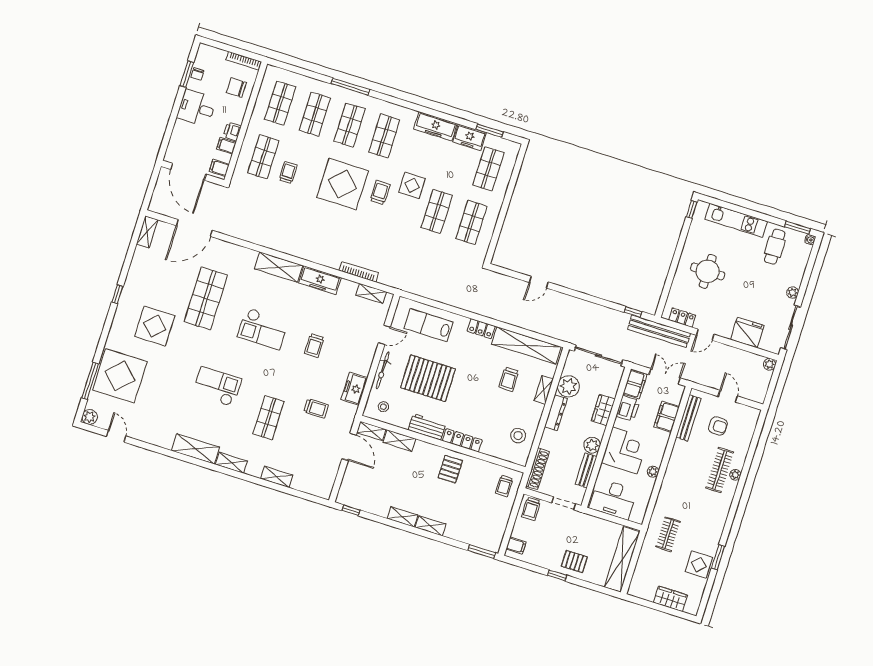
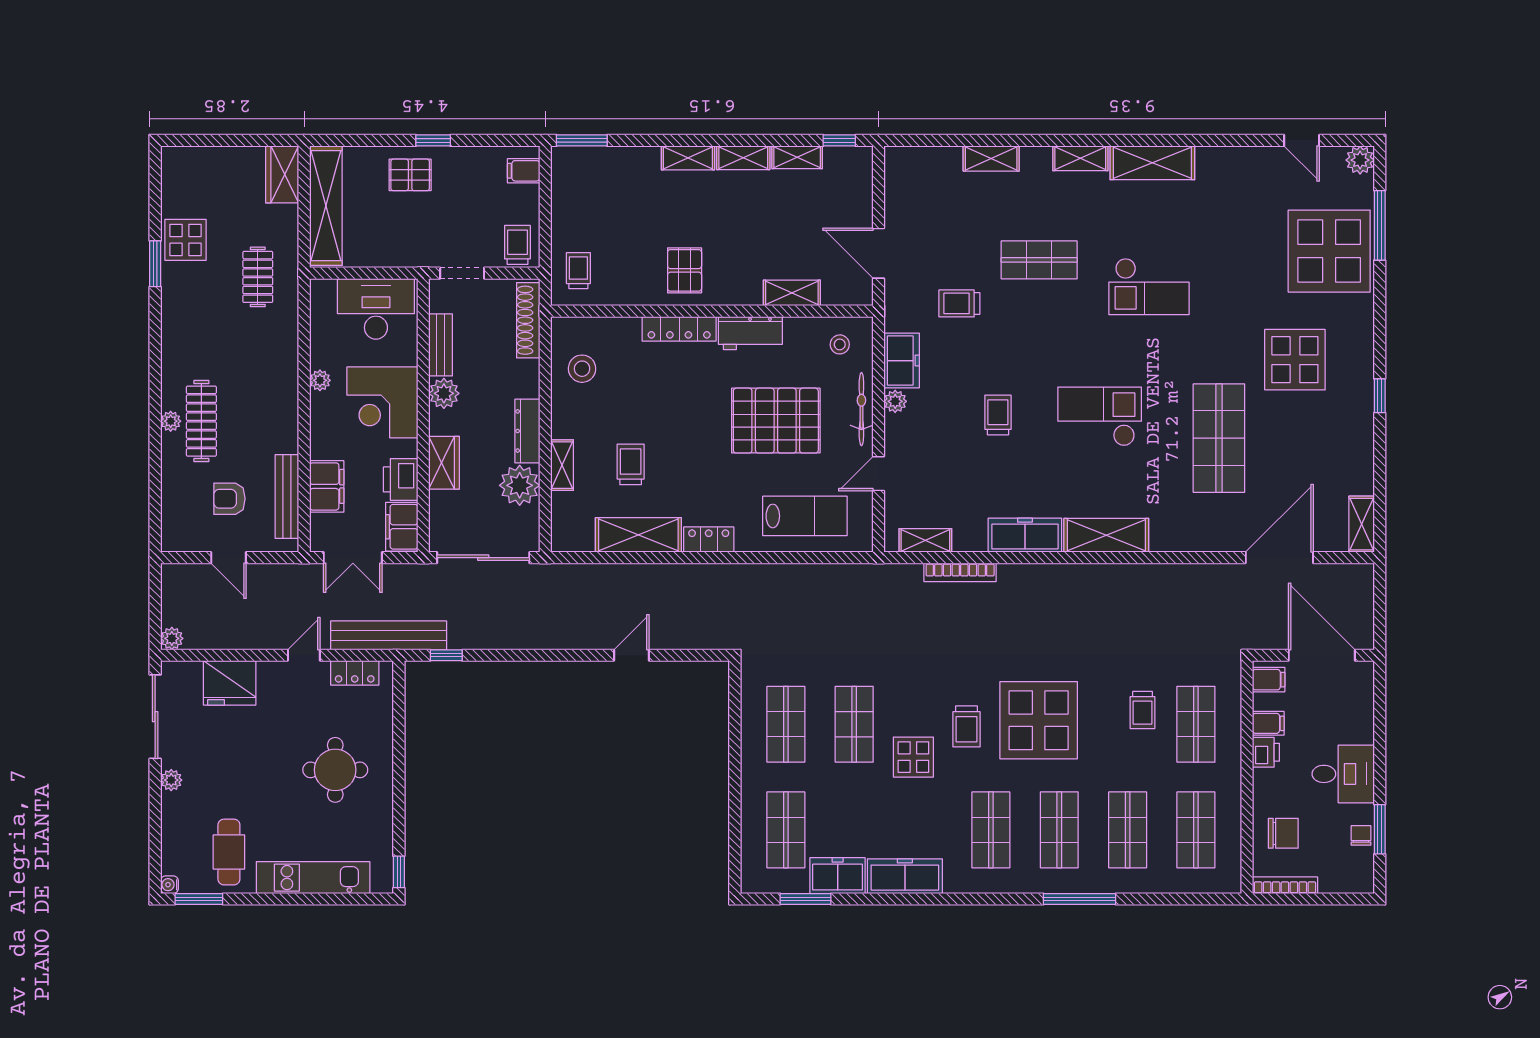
shelving: (526, 345) -> (638, 535), width x0.68
plant: (364, 369) -> (895, 401), added
shop shelf: (269, 418) -> (1039, 260), turned 90
shelving: (371, 431) -> (797, 157), moved
wardrobe: (670, 599) -> (282, 174), moved, turned 90

